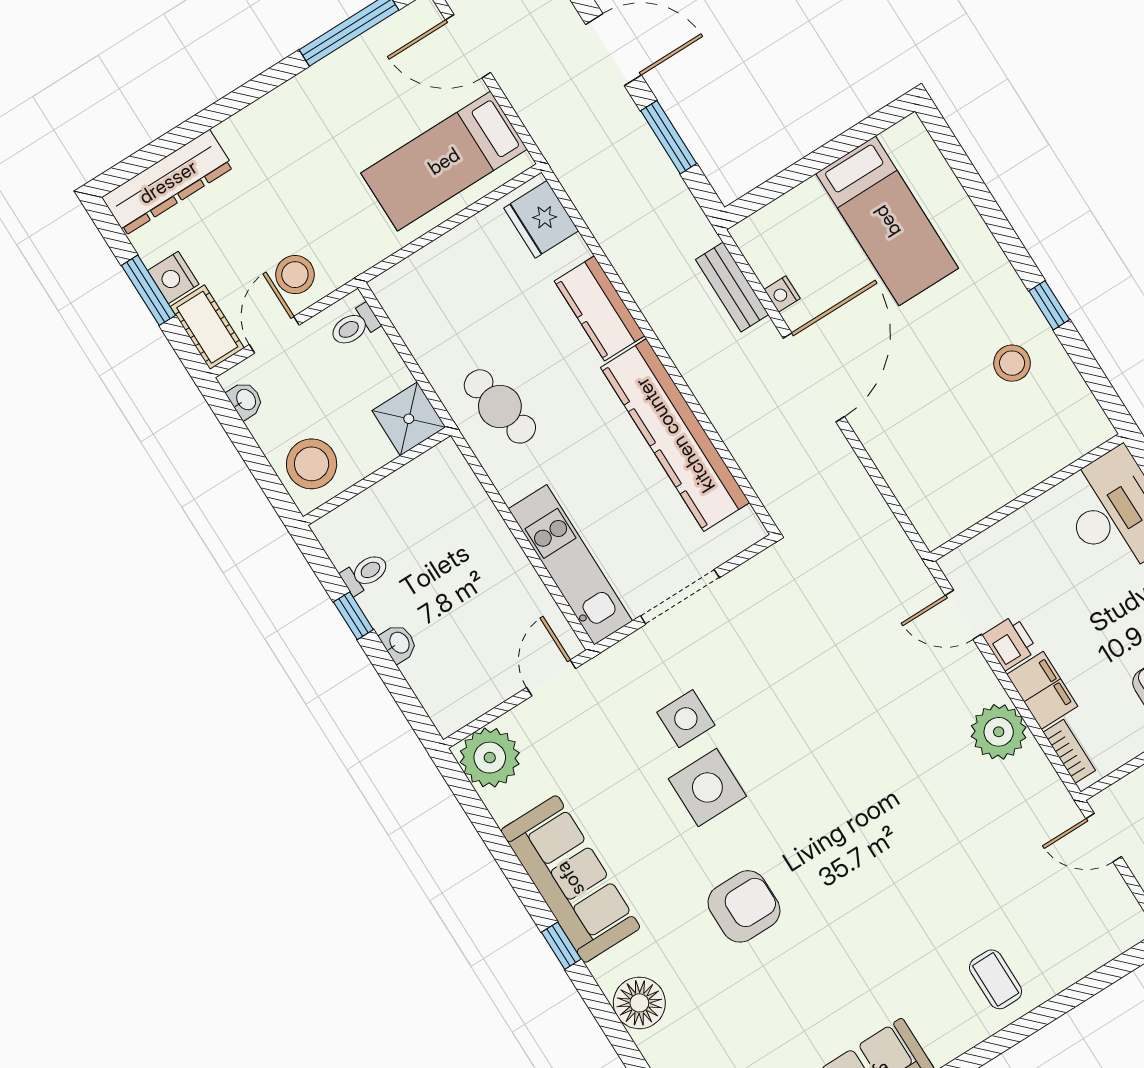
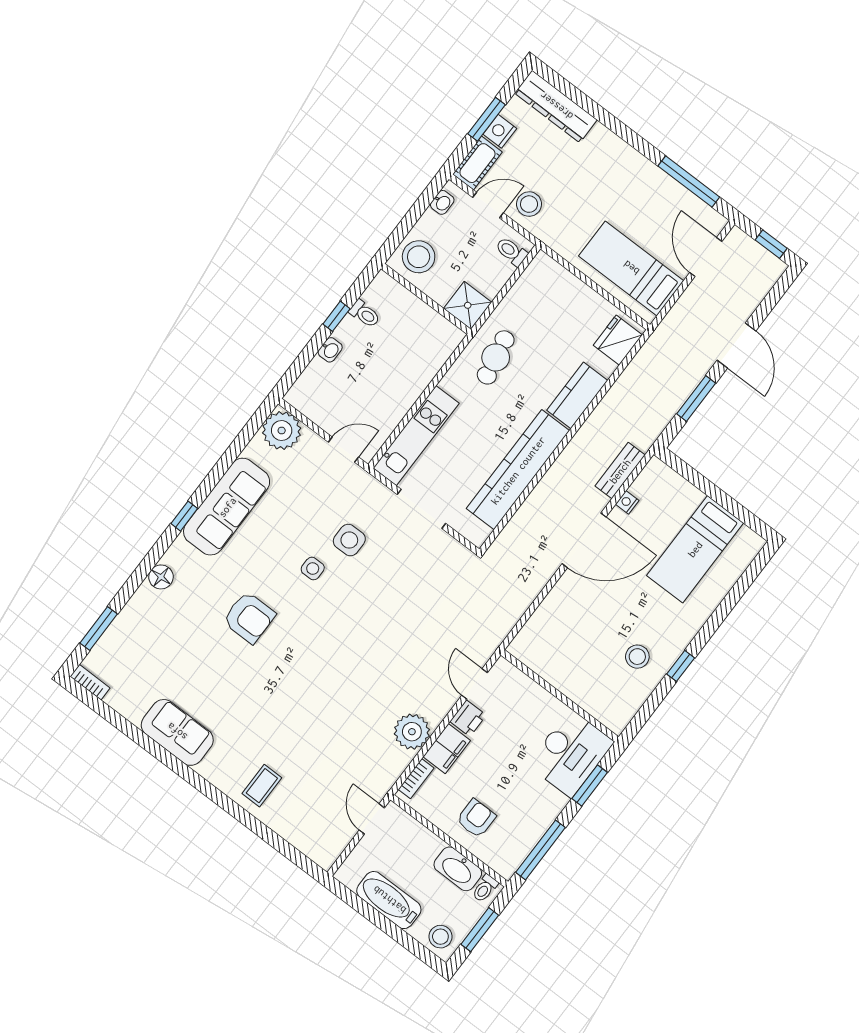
side table: (707, 787) -> (313, 569), width x0.54, depth x0.54
floor lamp: (639, 1003) -> (161, 577), width x0.73, depth x0.73

